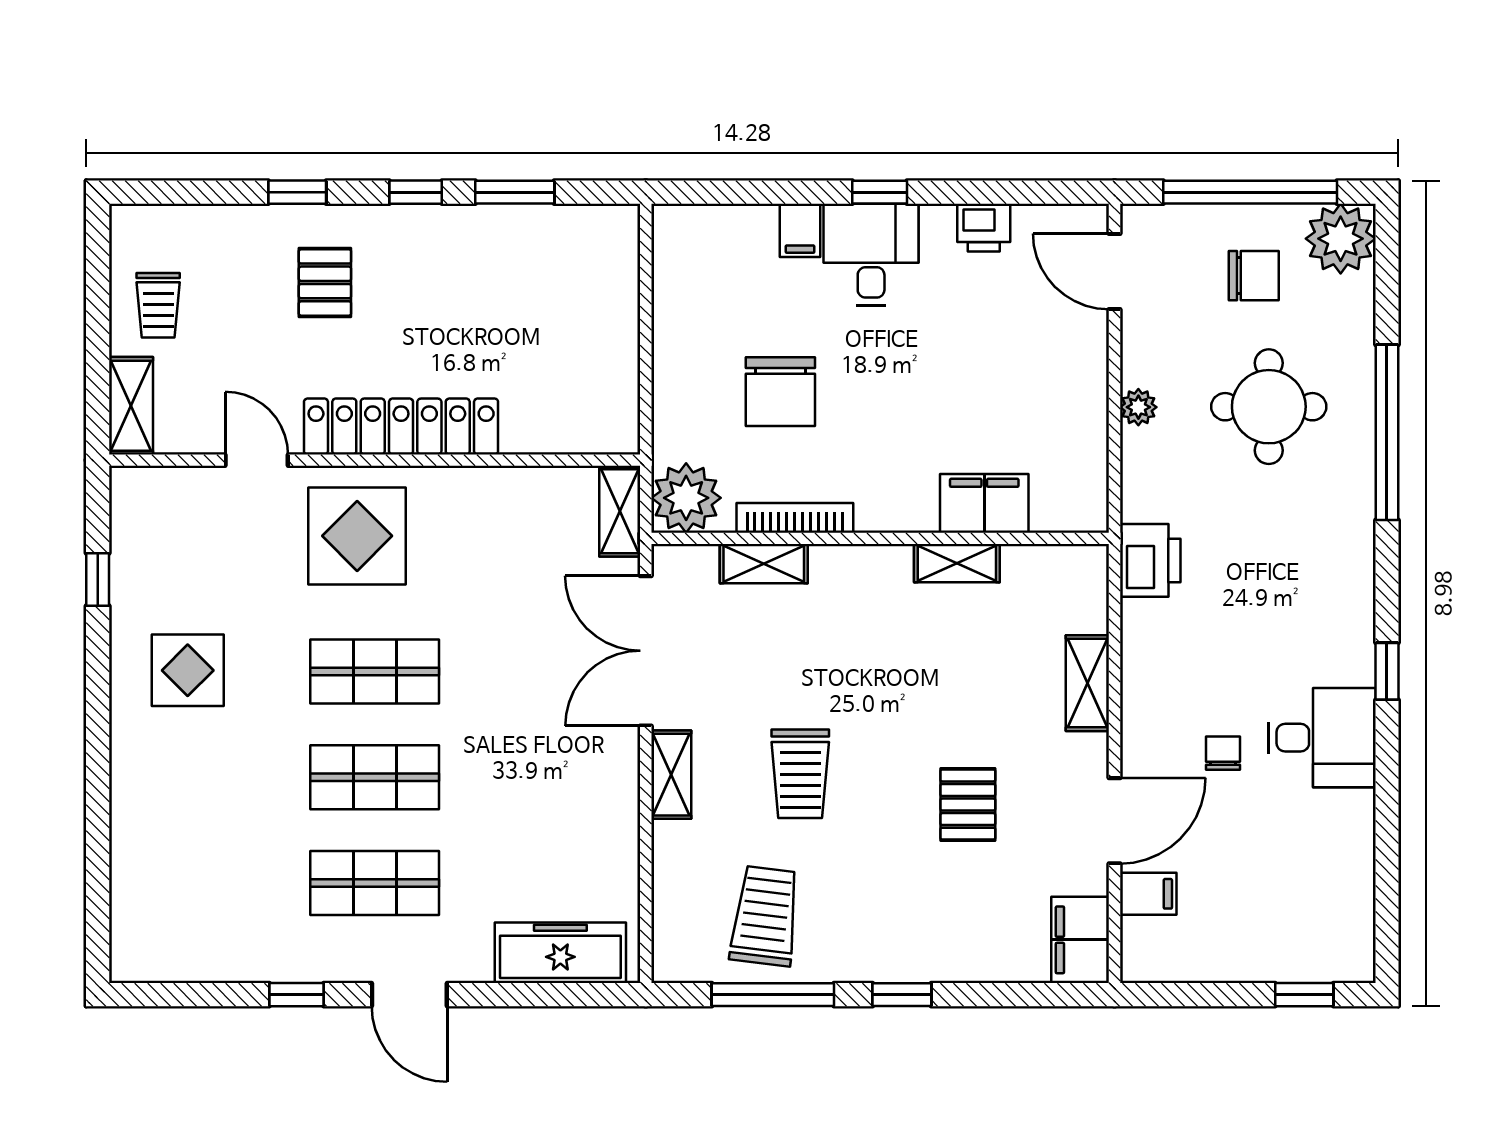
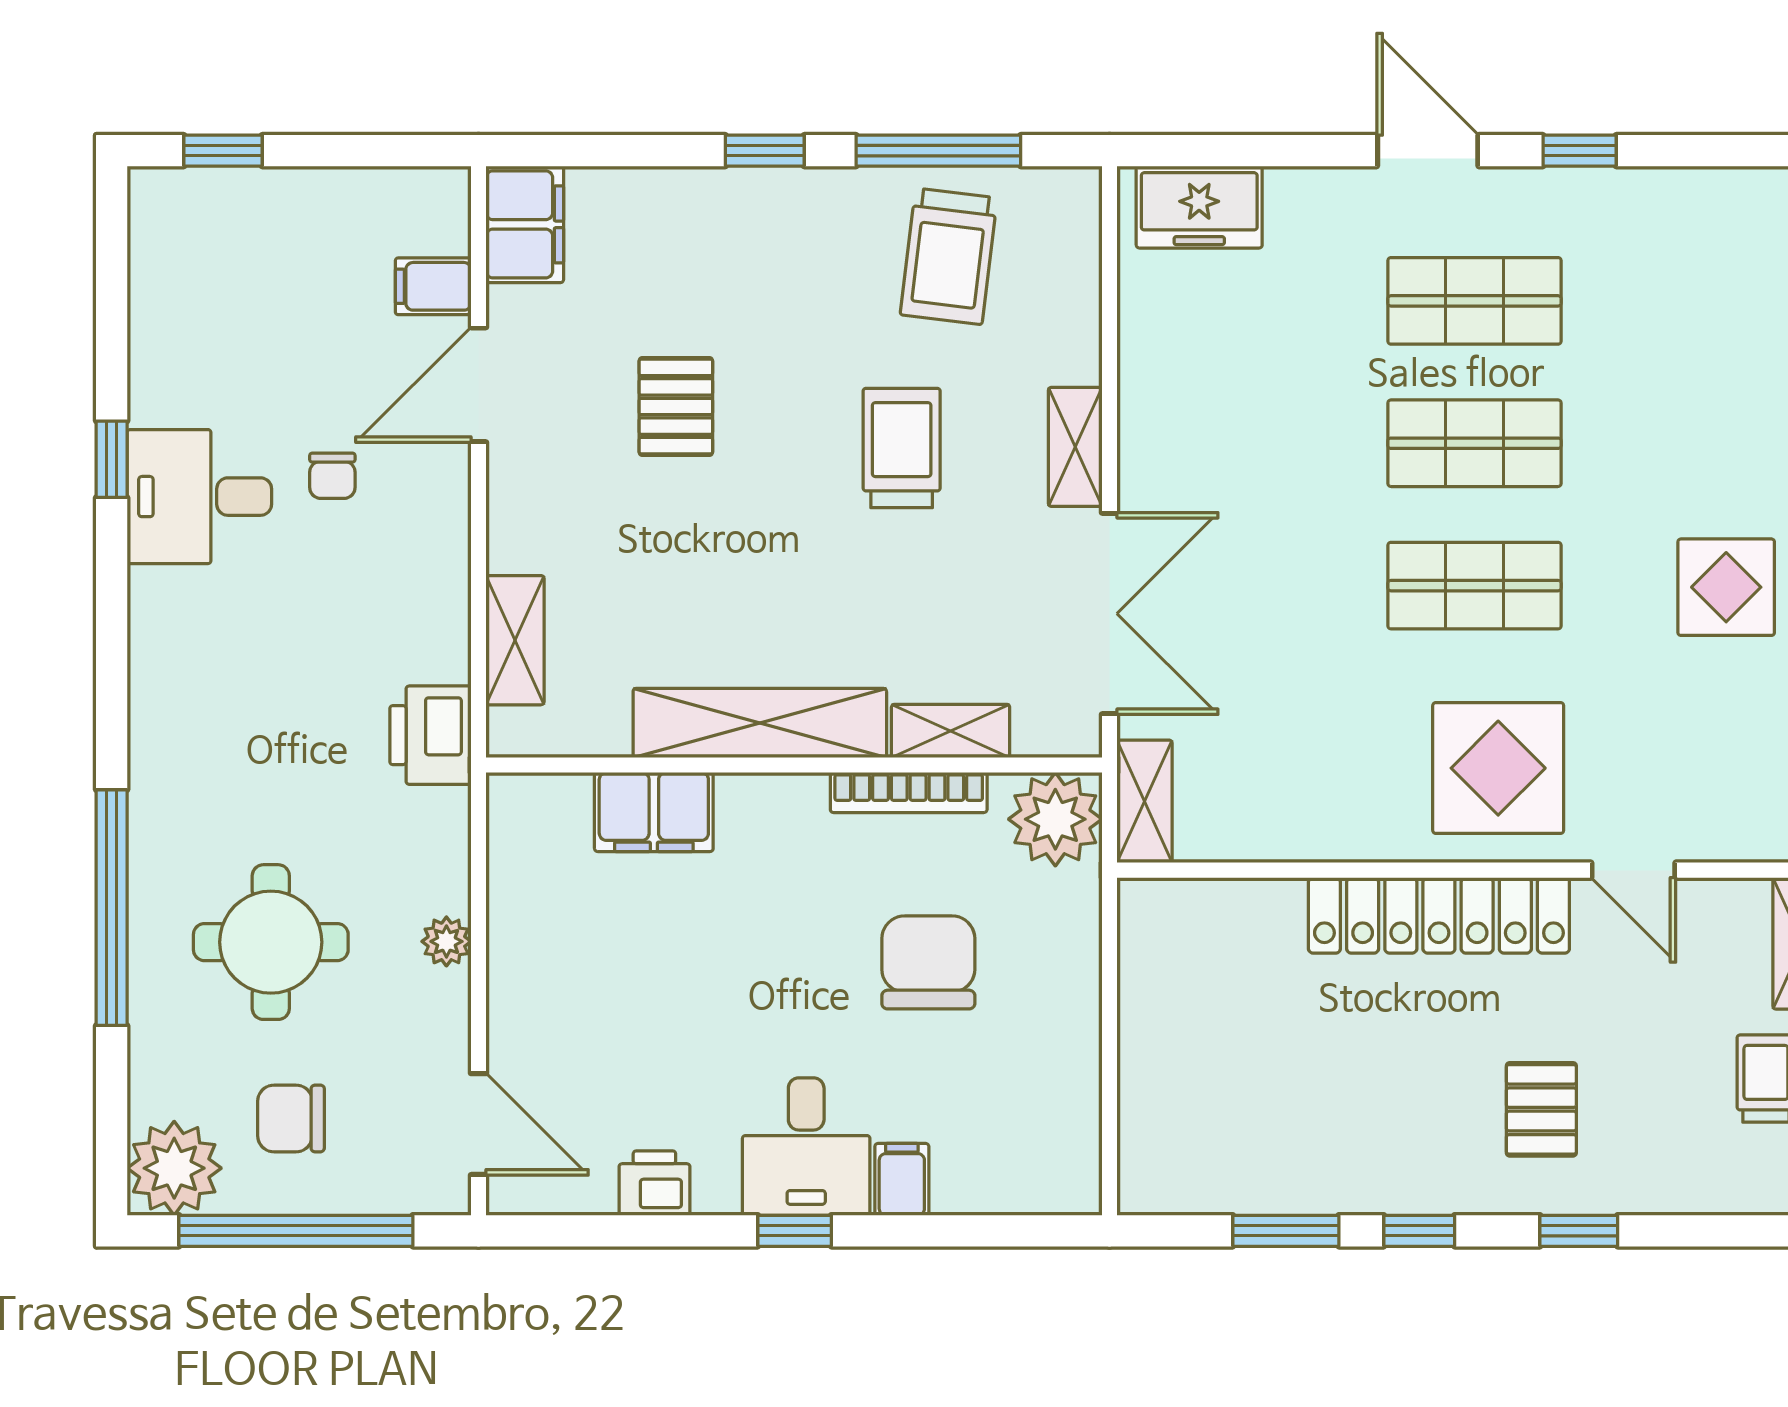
shelving: (957, 563) -> (760, 723), width x2.20, depth x1.33
window: (1387, 671) -> (112, 459), moved
shelving: (1087, 683) -> (515, 640), moved
freezer: (560, 953) -> (1199, 207), width x0.71

